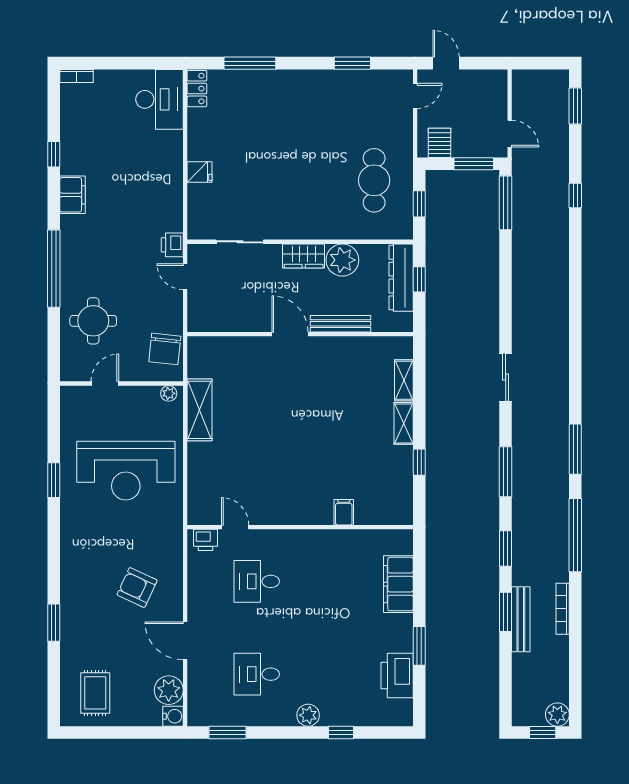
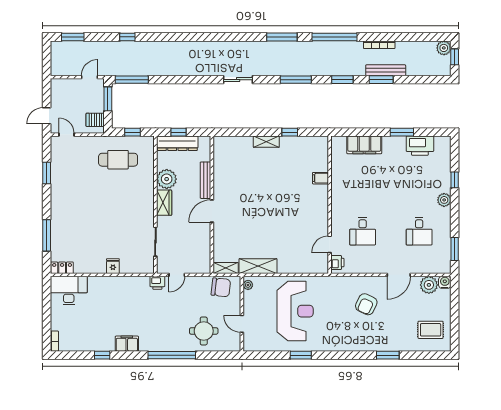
shelving: (404, 380) -> (226, 268), moved

